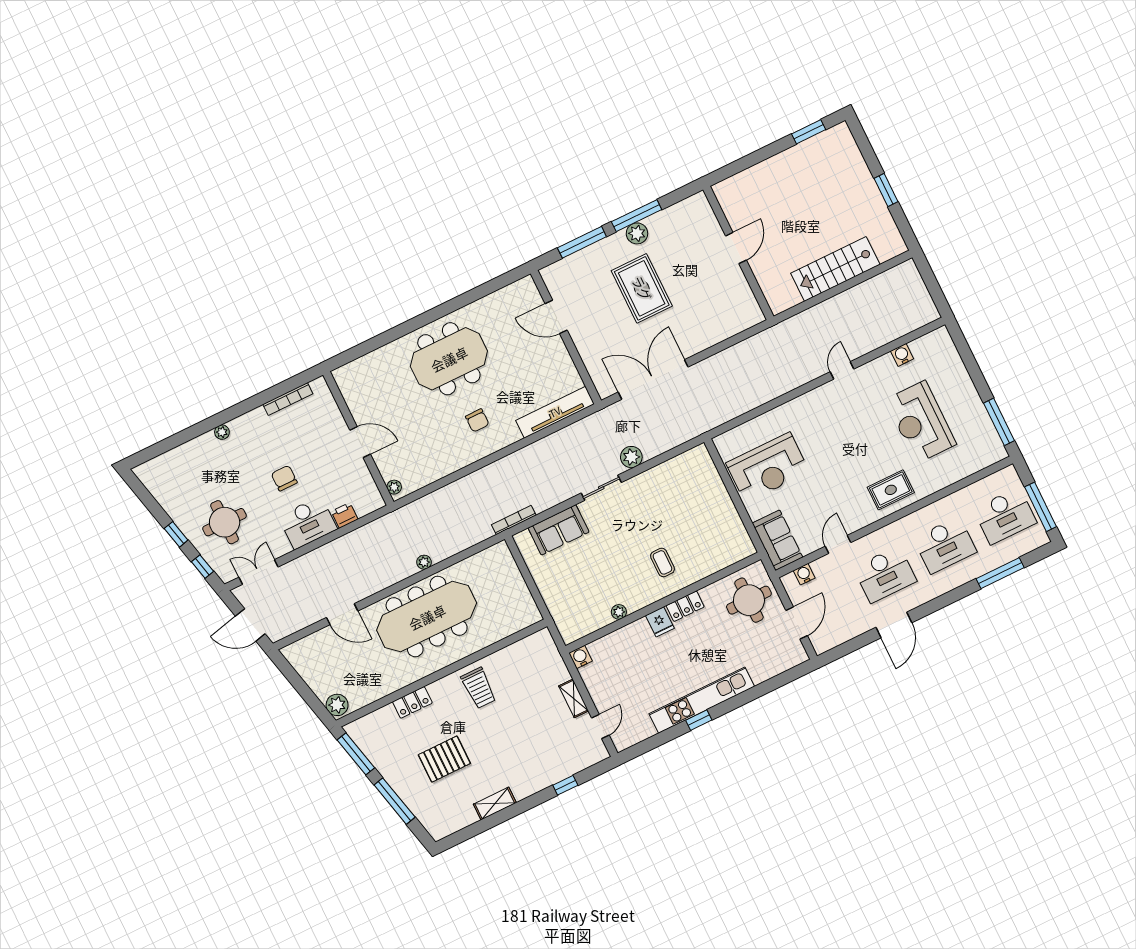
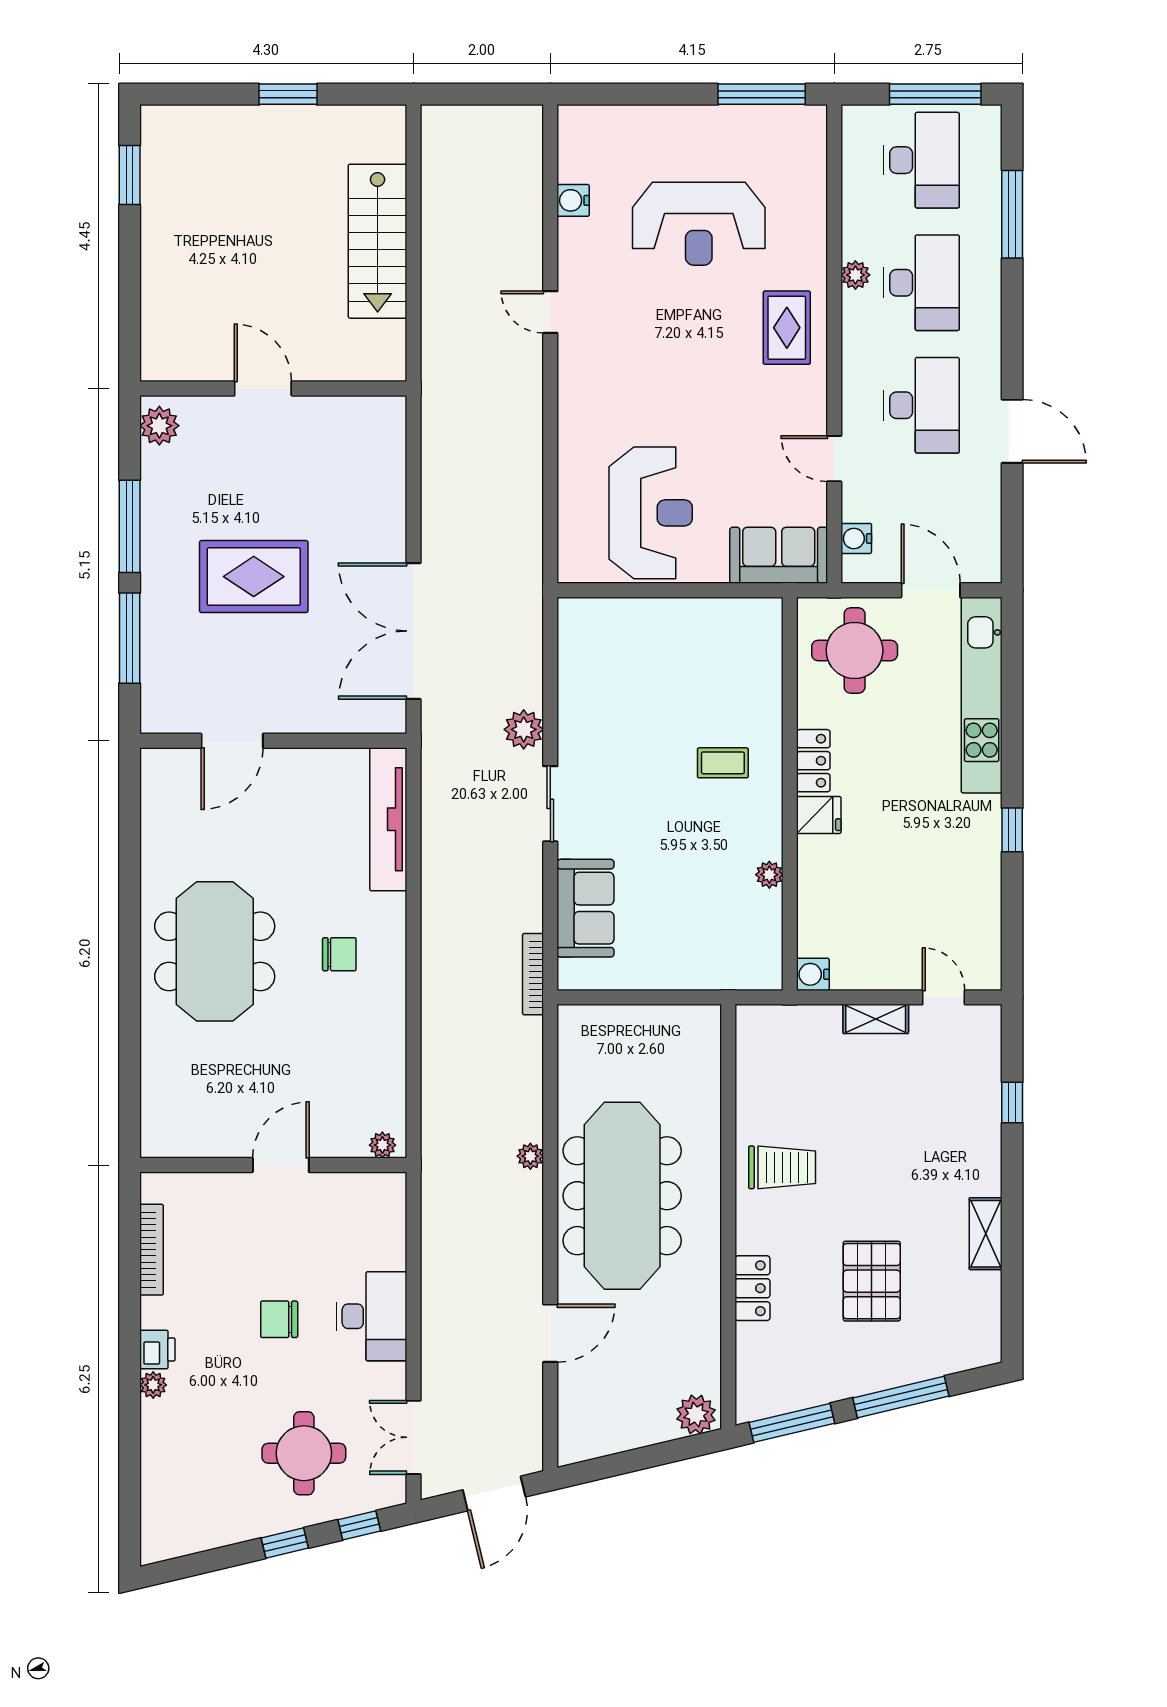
plant: (637, 233) -> (159, 426), moved
plant: (933, 511) -> (855, 275), added
printer: (345, 515) -> (157, 1350), moved, turned 180
kitchen unit: (702, 700) -> (982, 695), moved

